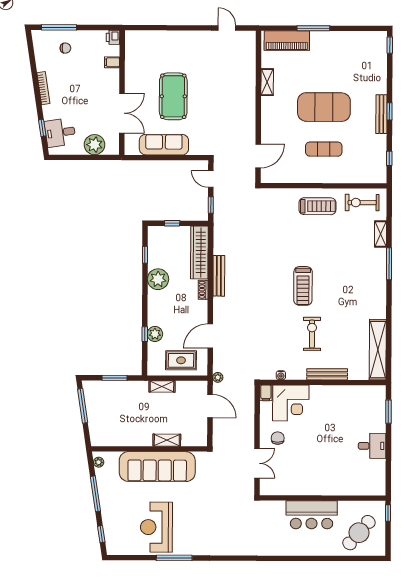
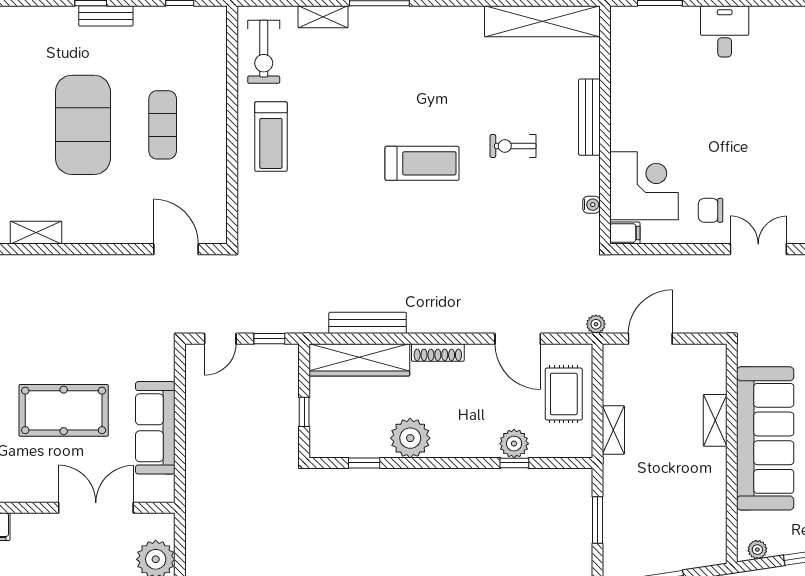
bench: (381, 114) -> (106, 16), width x0.73
treadmill: (317, 206) -> (271, 136), turned 180
bench: (219, 276) -> (368, 323), moved
shoe rack: (203, 290) -> (438, 353), width x1.43
exercise bike: (312, 334) -> (513, 146), width x0.73, depth x0.72

